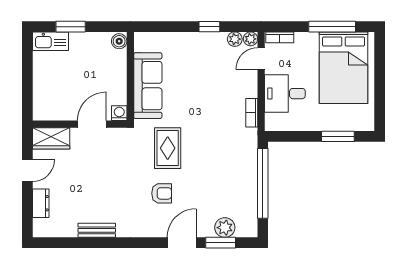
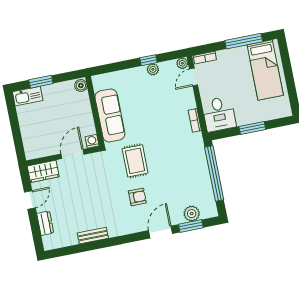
plant: (235, 39) -> (153, 69), moved
bed: (344, 68) -> (265, 70), width x0.67
desk: (285, 94) -> (219, 114), moved, turned -90
window: (338, 136) -> (252, 128), moved

